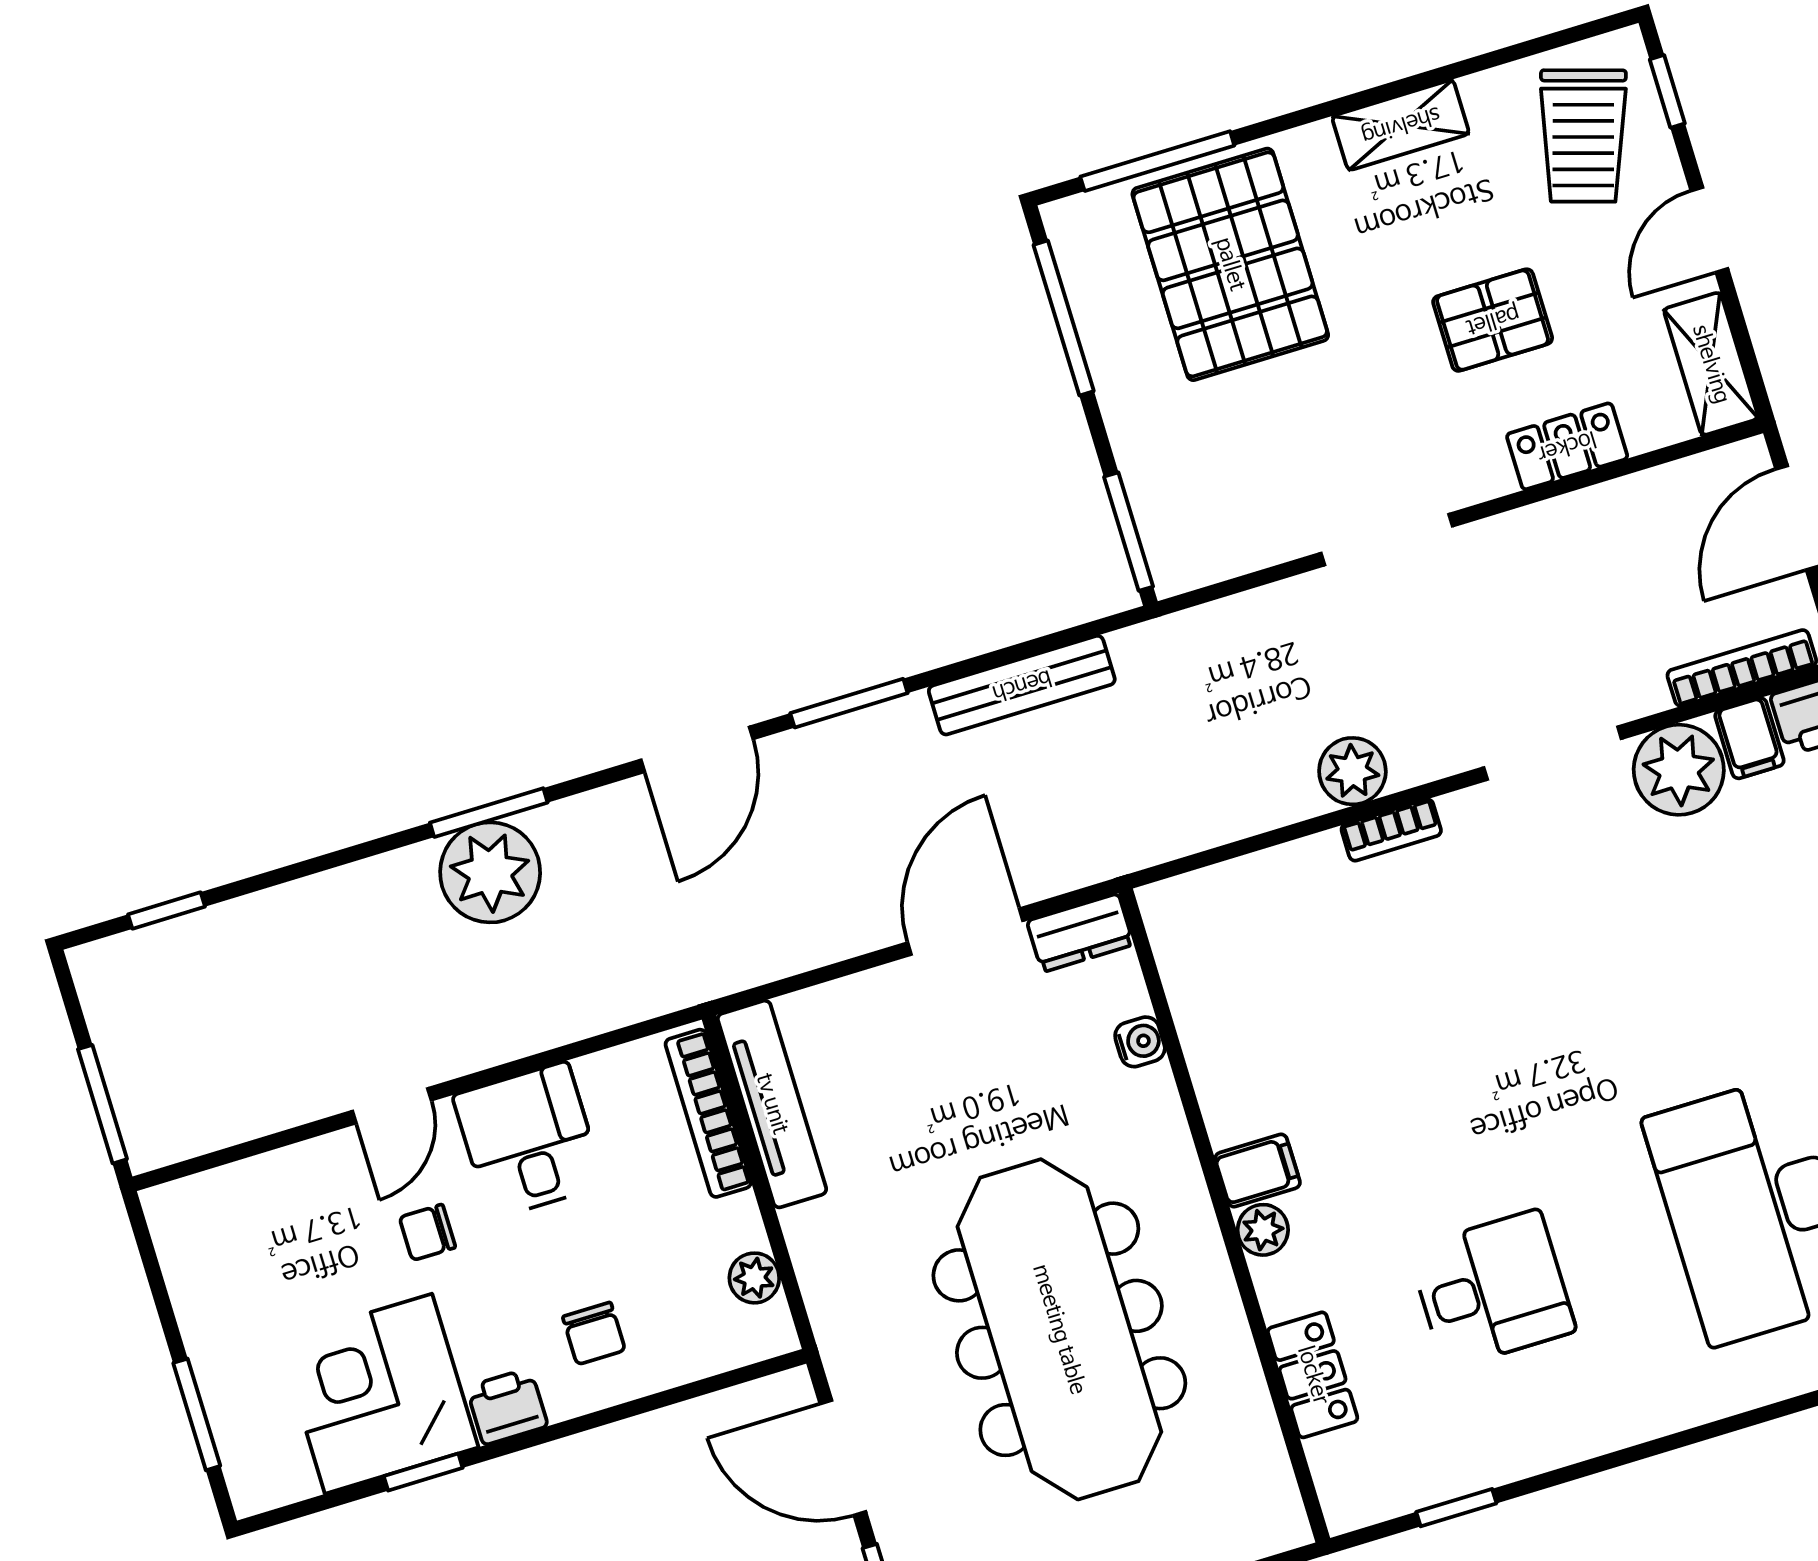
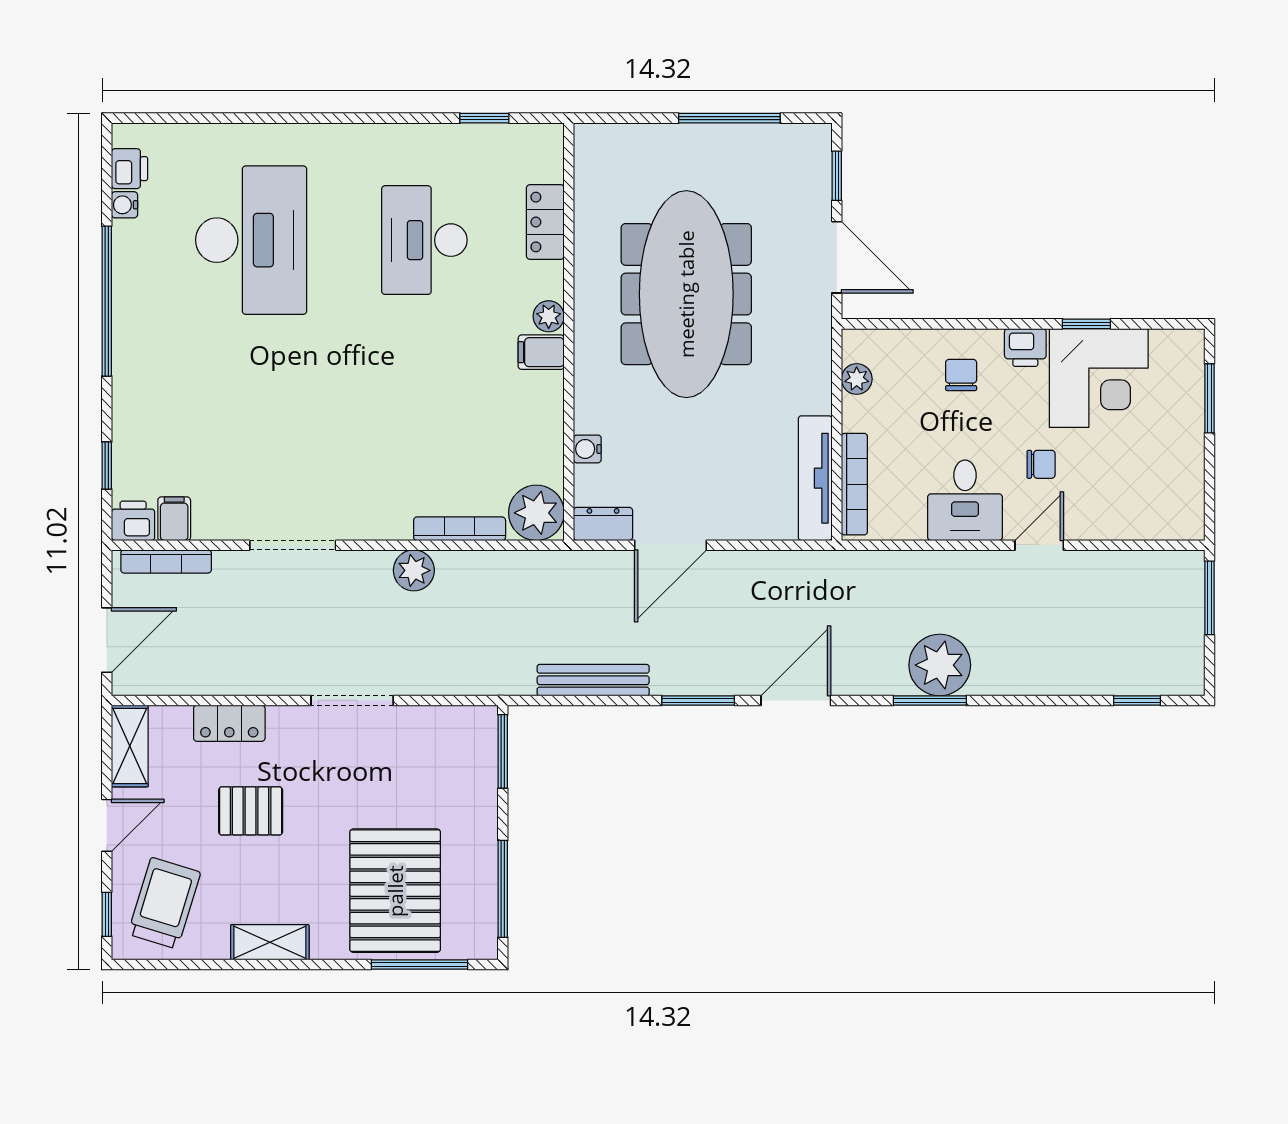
plant: (1679, 770) -> (536, 513), moved
bookcase: (1391, 830) -> (460, 529), moved, width x1.56
desk: (1492, 1290) -> (424, 240), width x1.37

